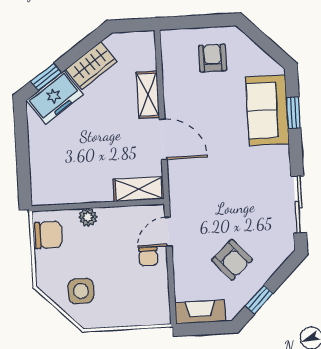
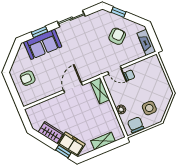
shelving: (148, 95) -> (103, 141), moved
sliding door: (299, 205) -> (71, 19), moved
side table: (81, 291) -> (149, 108), moved
window: (259, 299) -> (119, 12), moved

